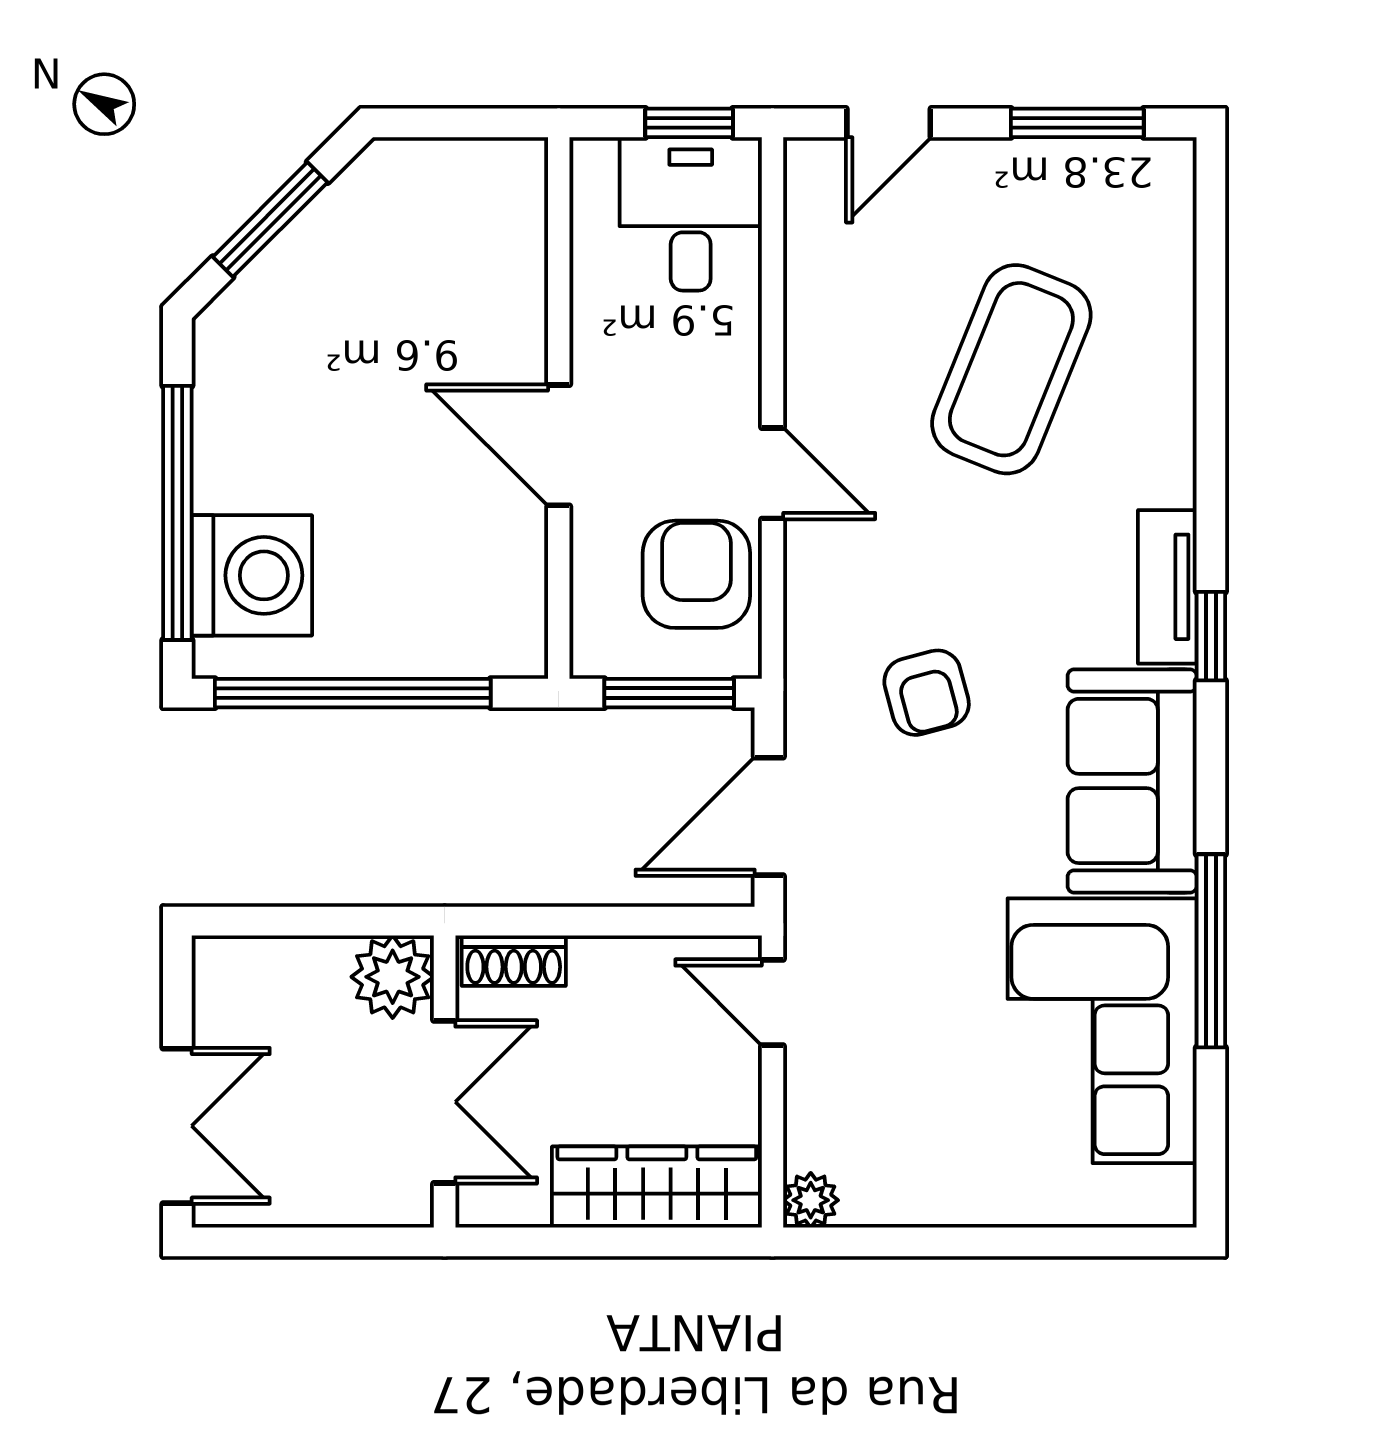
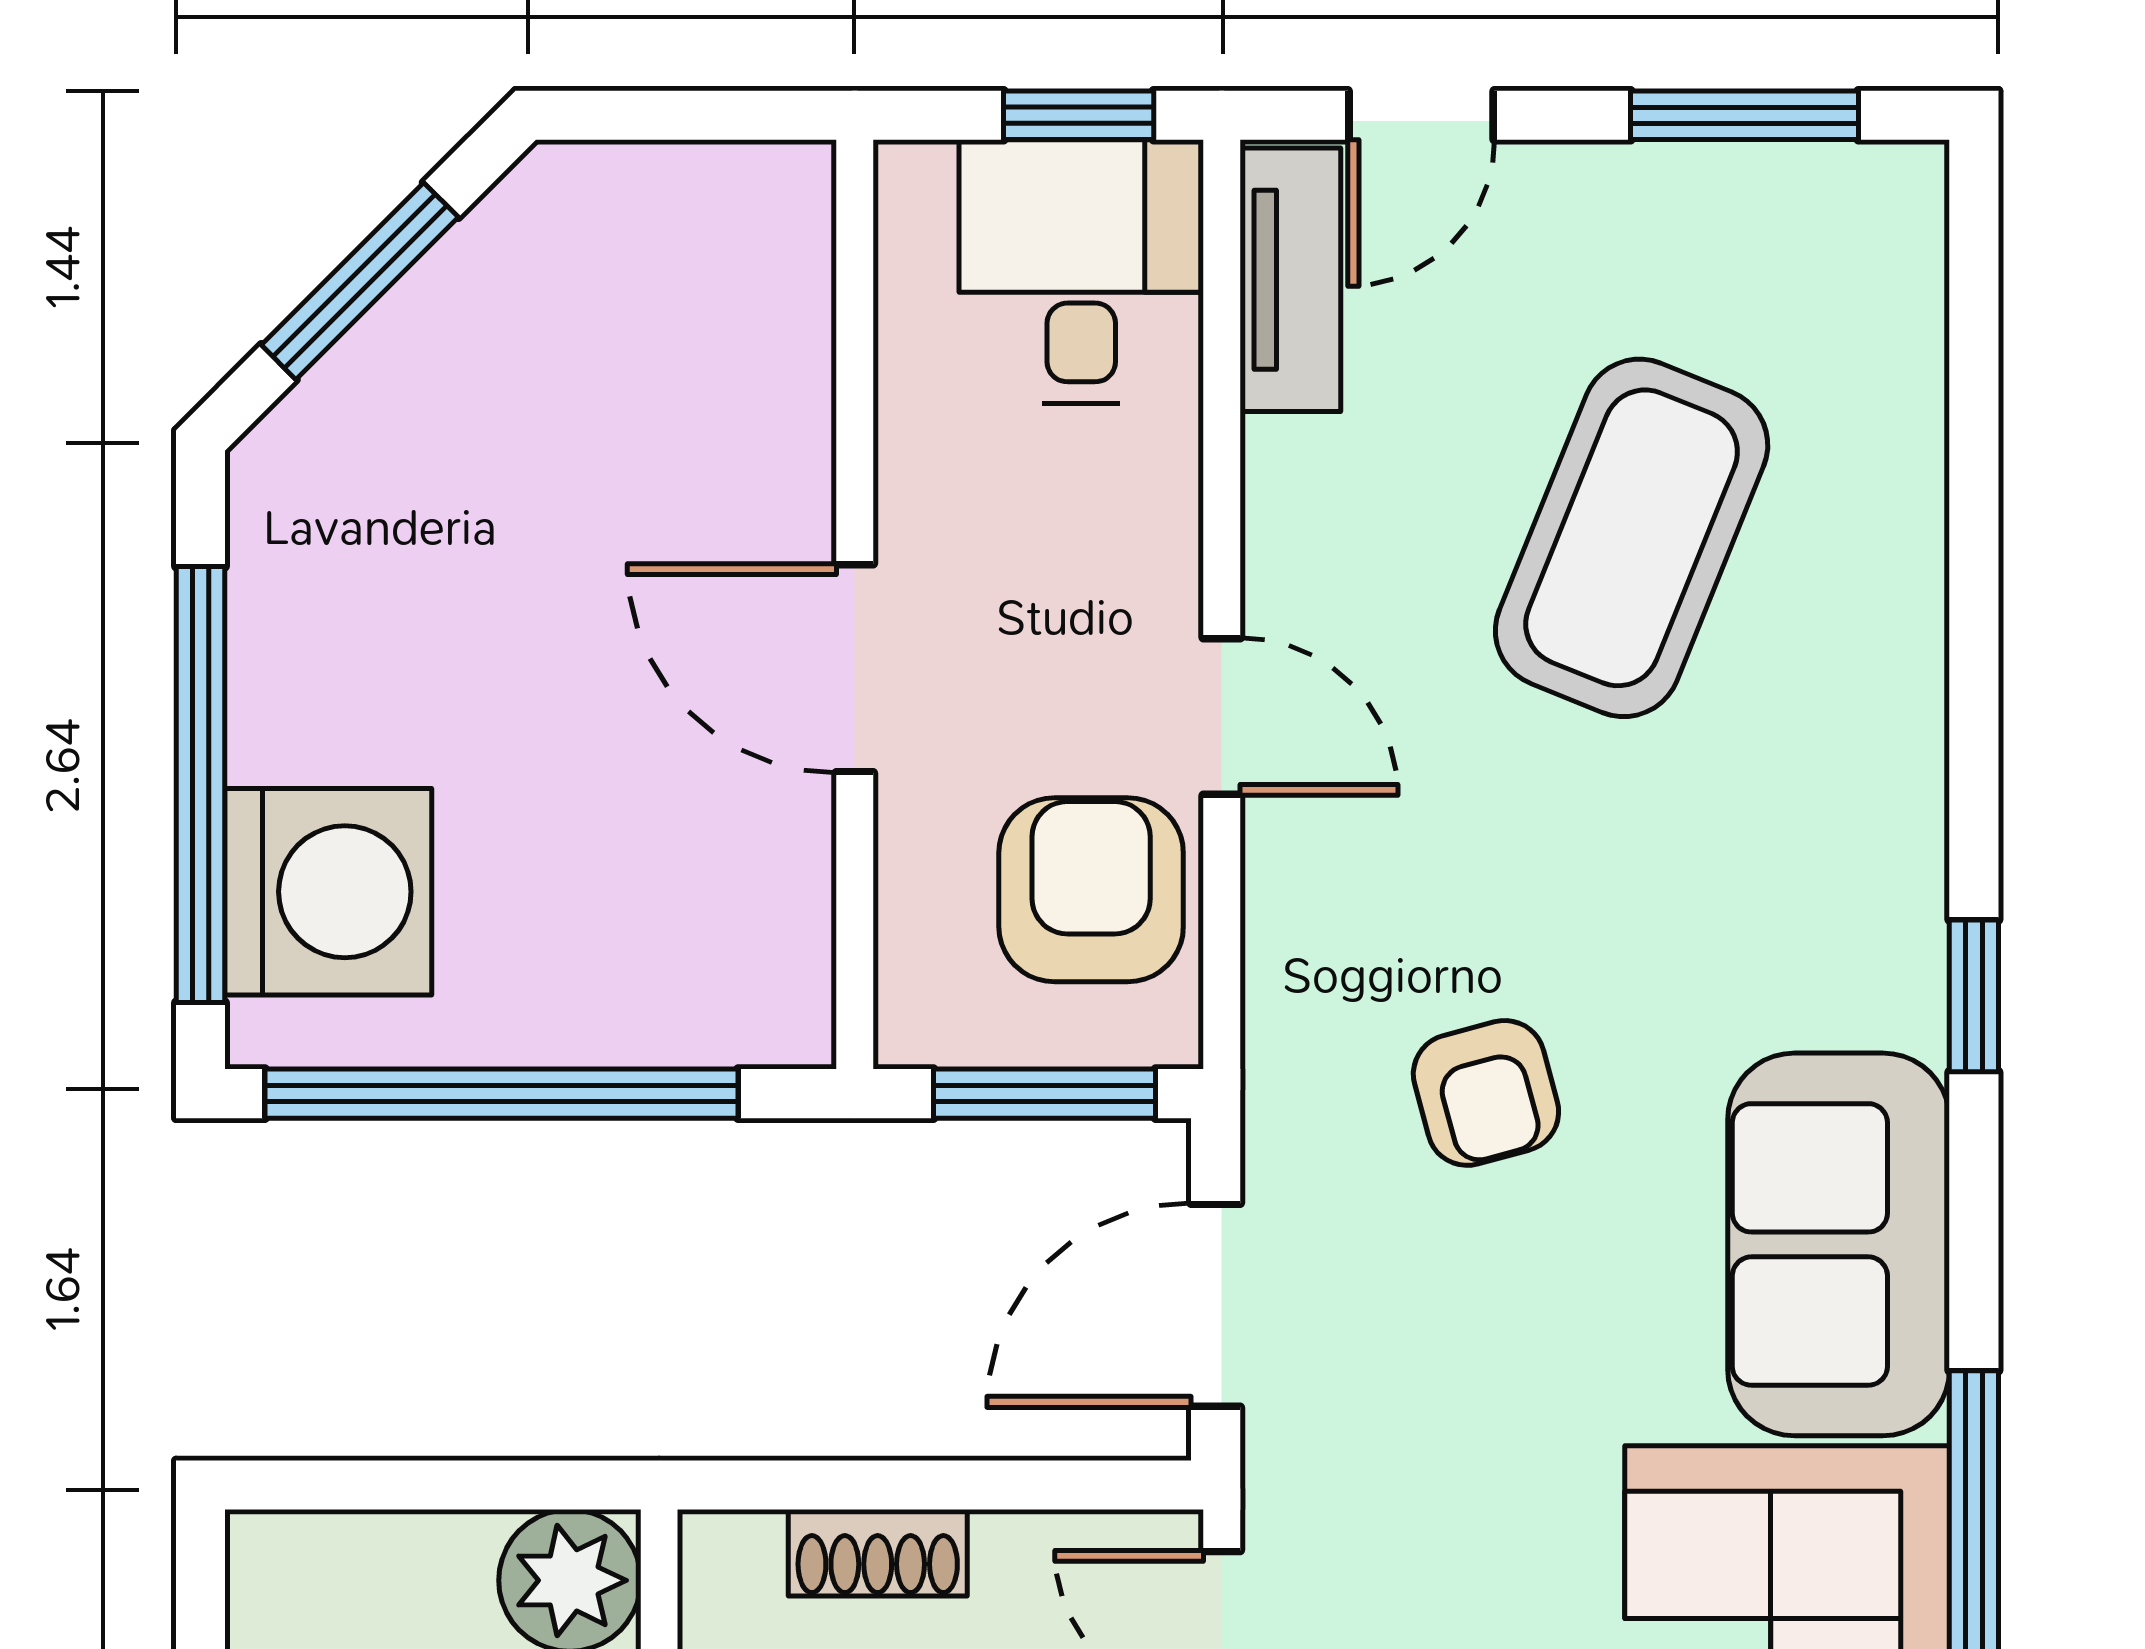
tv unit: (1167, 587) -> (1290, 280), moved, turned 180
shoe rack: (514, 961) -> (878, 1553), moved

